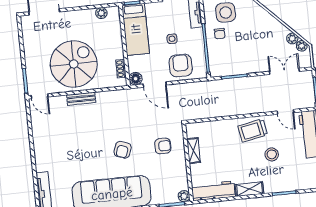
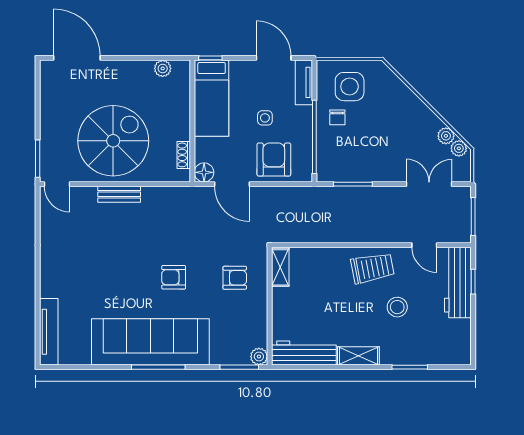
trolley: (253, 130) -> (372, 268), turned 180
armchair: (123, 150) -> (174, 277), turned 70
shelving: (194, 151) -> (280, 267), moved

